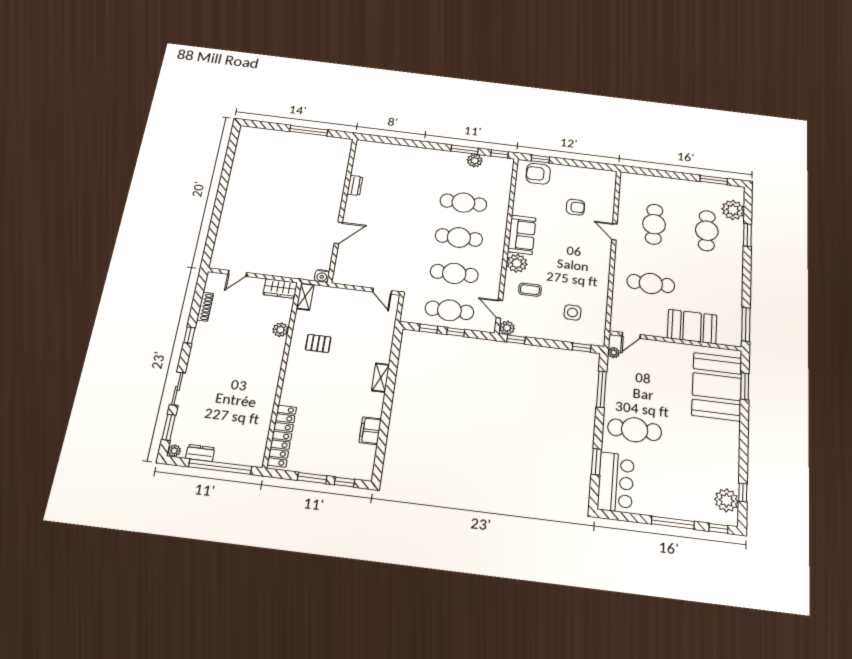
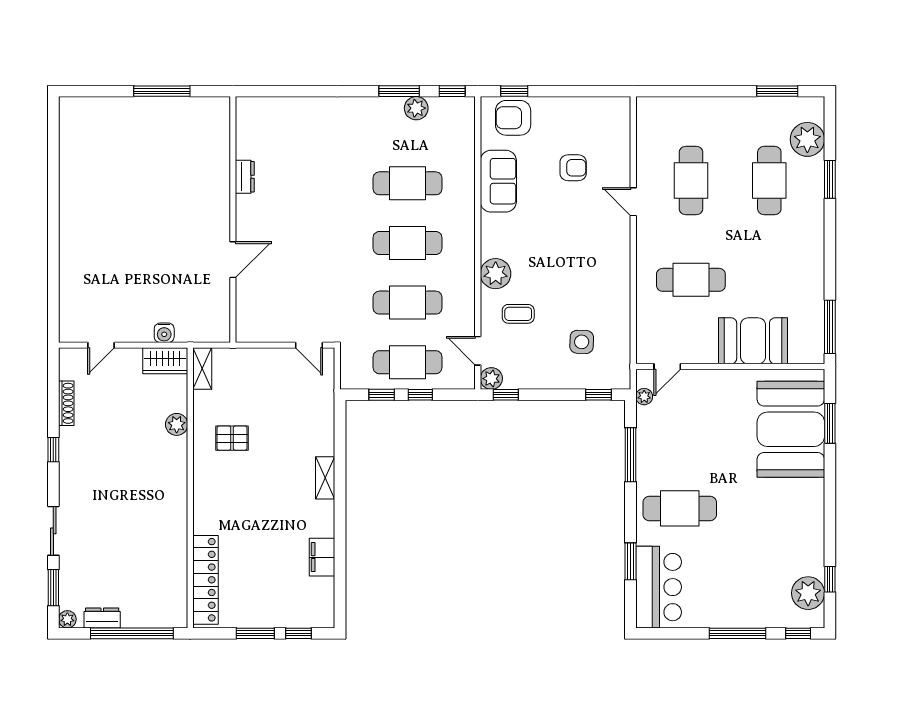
sofa: (522, 235) -> (498, 181), moved
water cooler: (322, 276) -> (164, 333), moved

